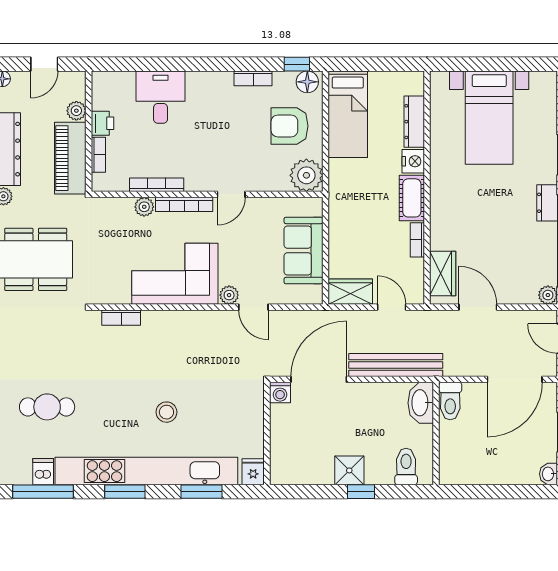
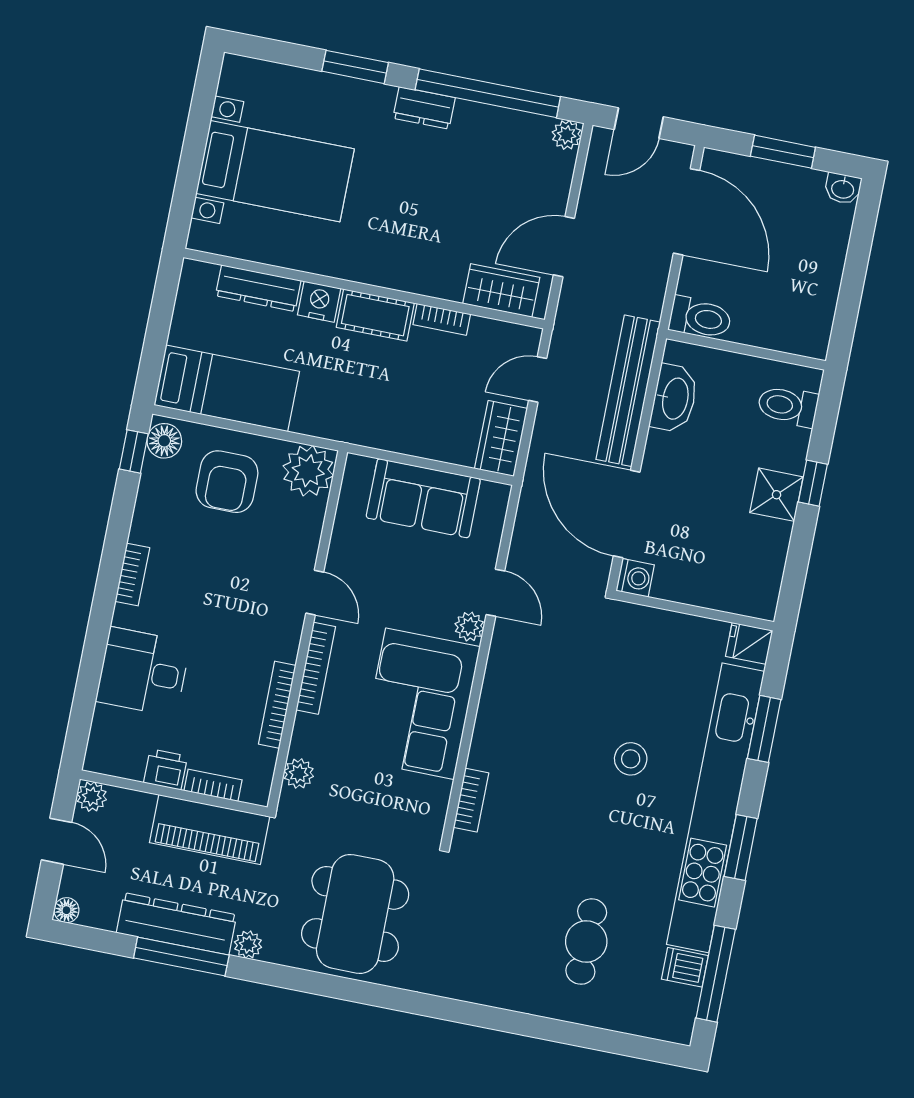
bookcase: (253, 78) -> (132, 574), moved
plant: (76, 111) -> (92, 797), moved
plant: (144, 207) -> (299, 773), moved
door: (253, 307) -> (495, 593), hinge flipped
washbasin: (421, 403) -> (674, 398), moved, turned -90

